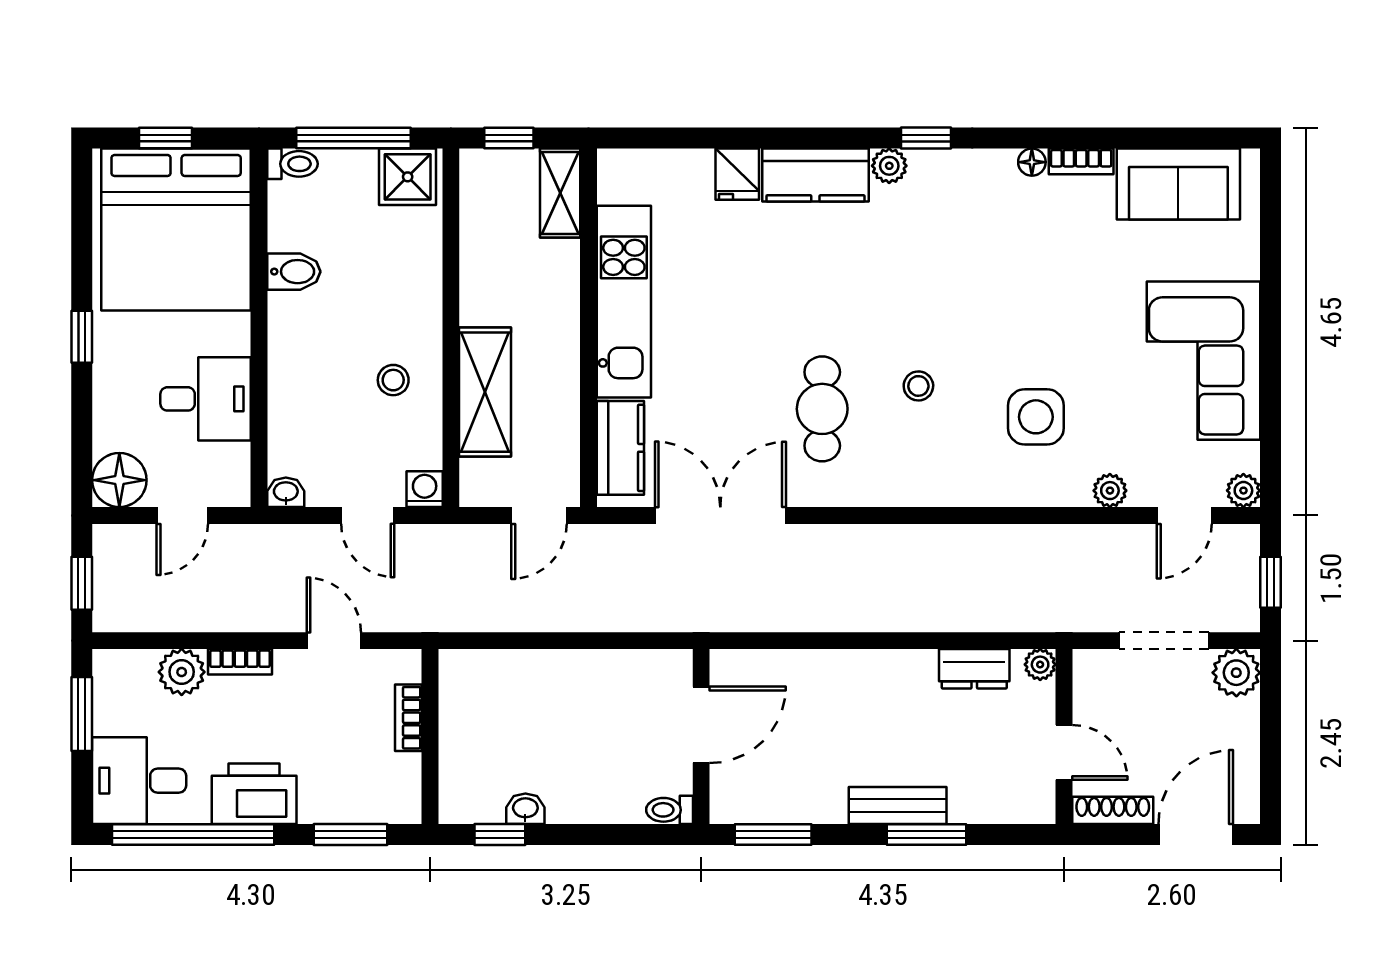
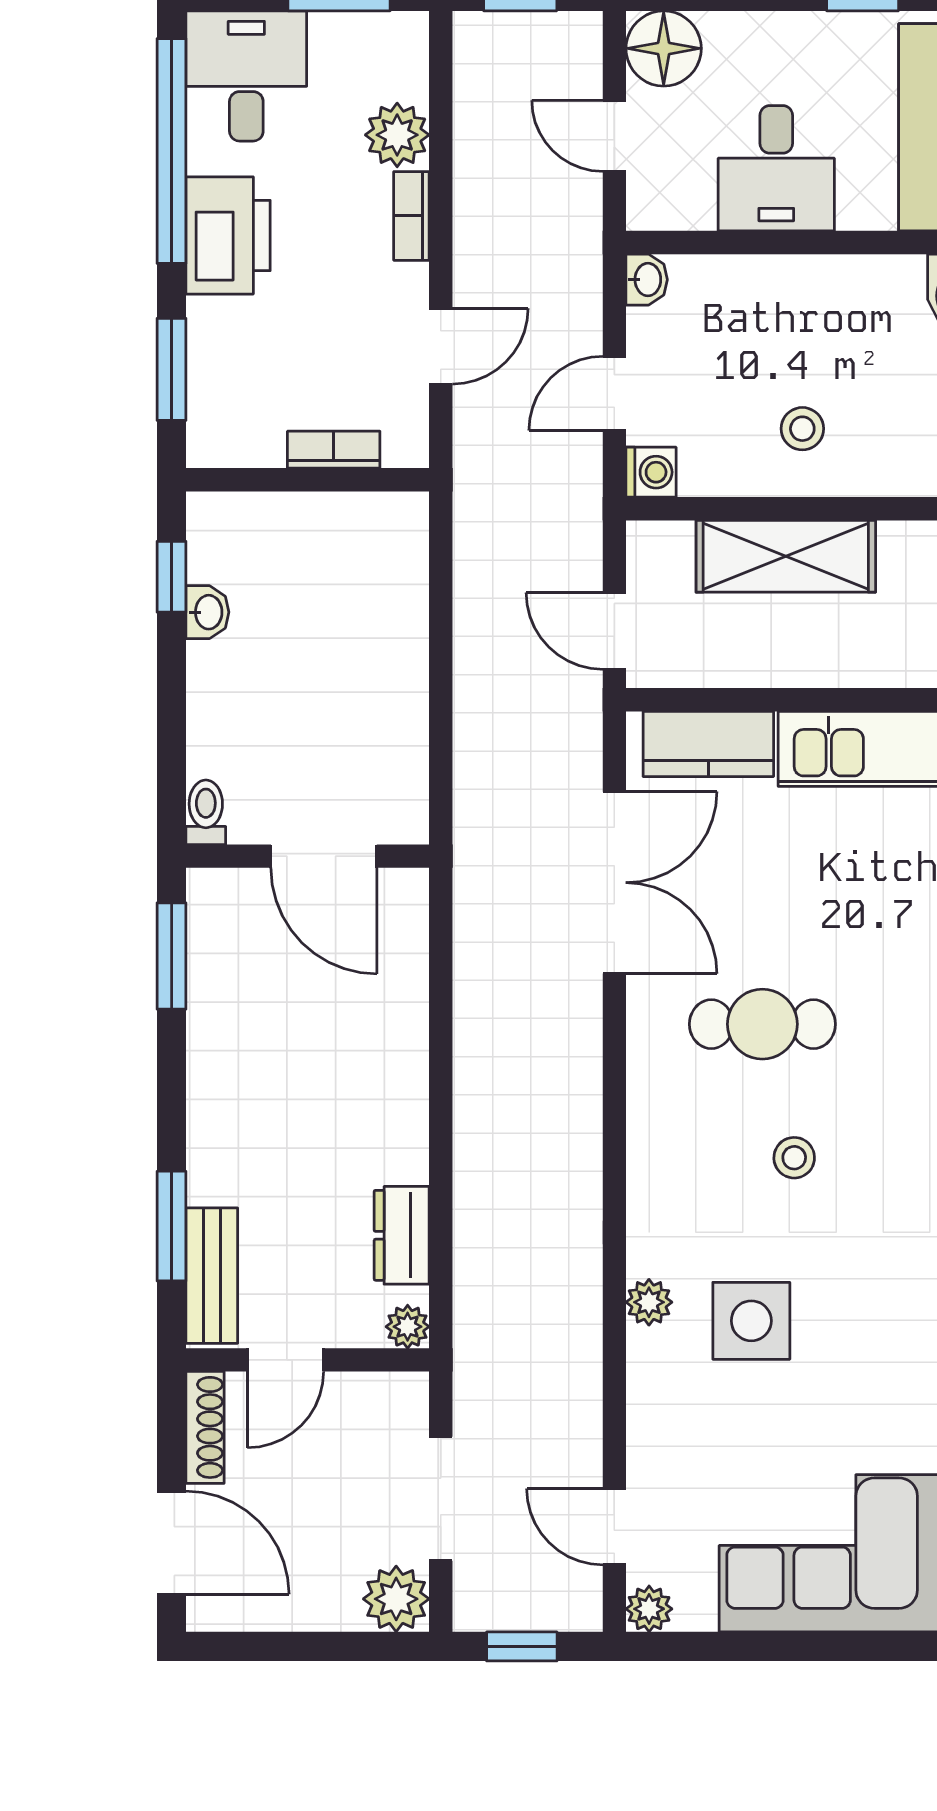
plant: (1110, 491) -> (649, 1302), moved
bench: (898, 805) -> (212, 1276), moved
window: (926, 835) -> (172, 1226), moved

